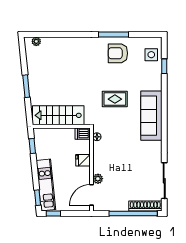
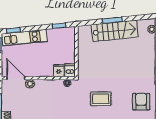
rug: (115, 99) -> (101, 99), turned 90
stairs: (58, 115) -> (115, 31), moved, turned 84
fridge: (83, 160) -> (59, 71), moved

